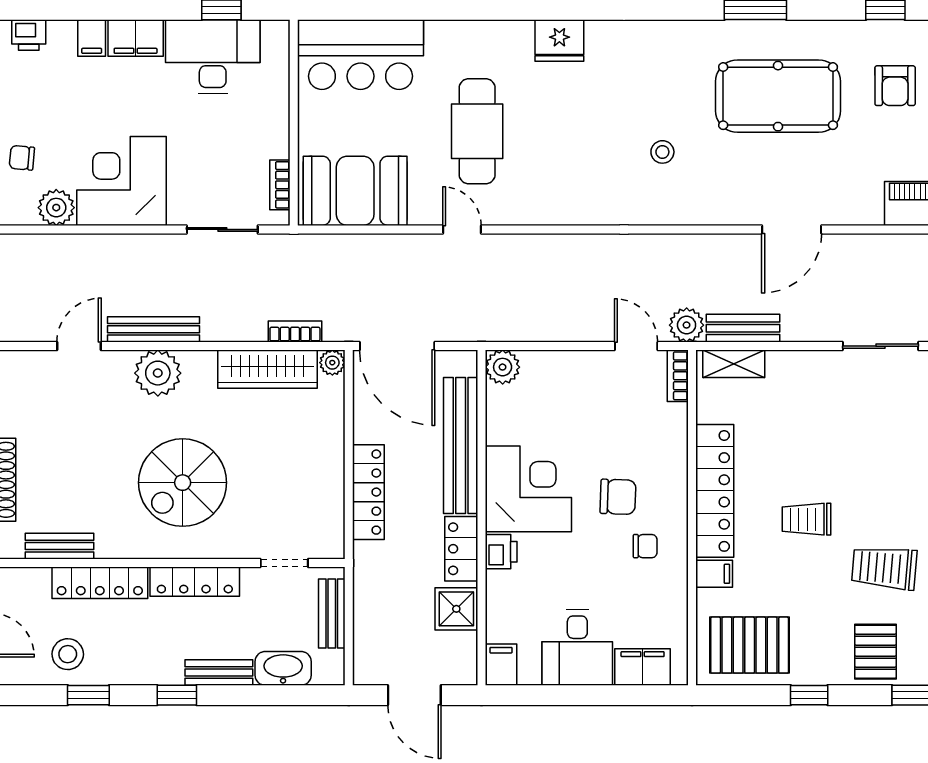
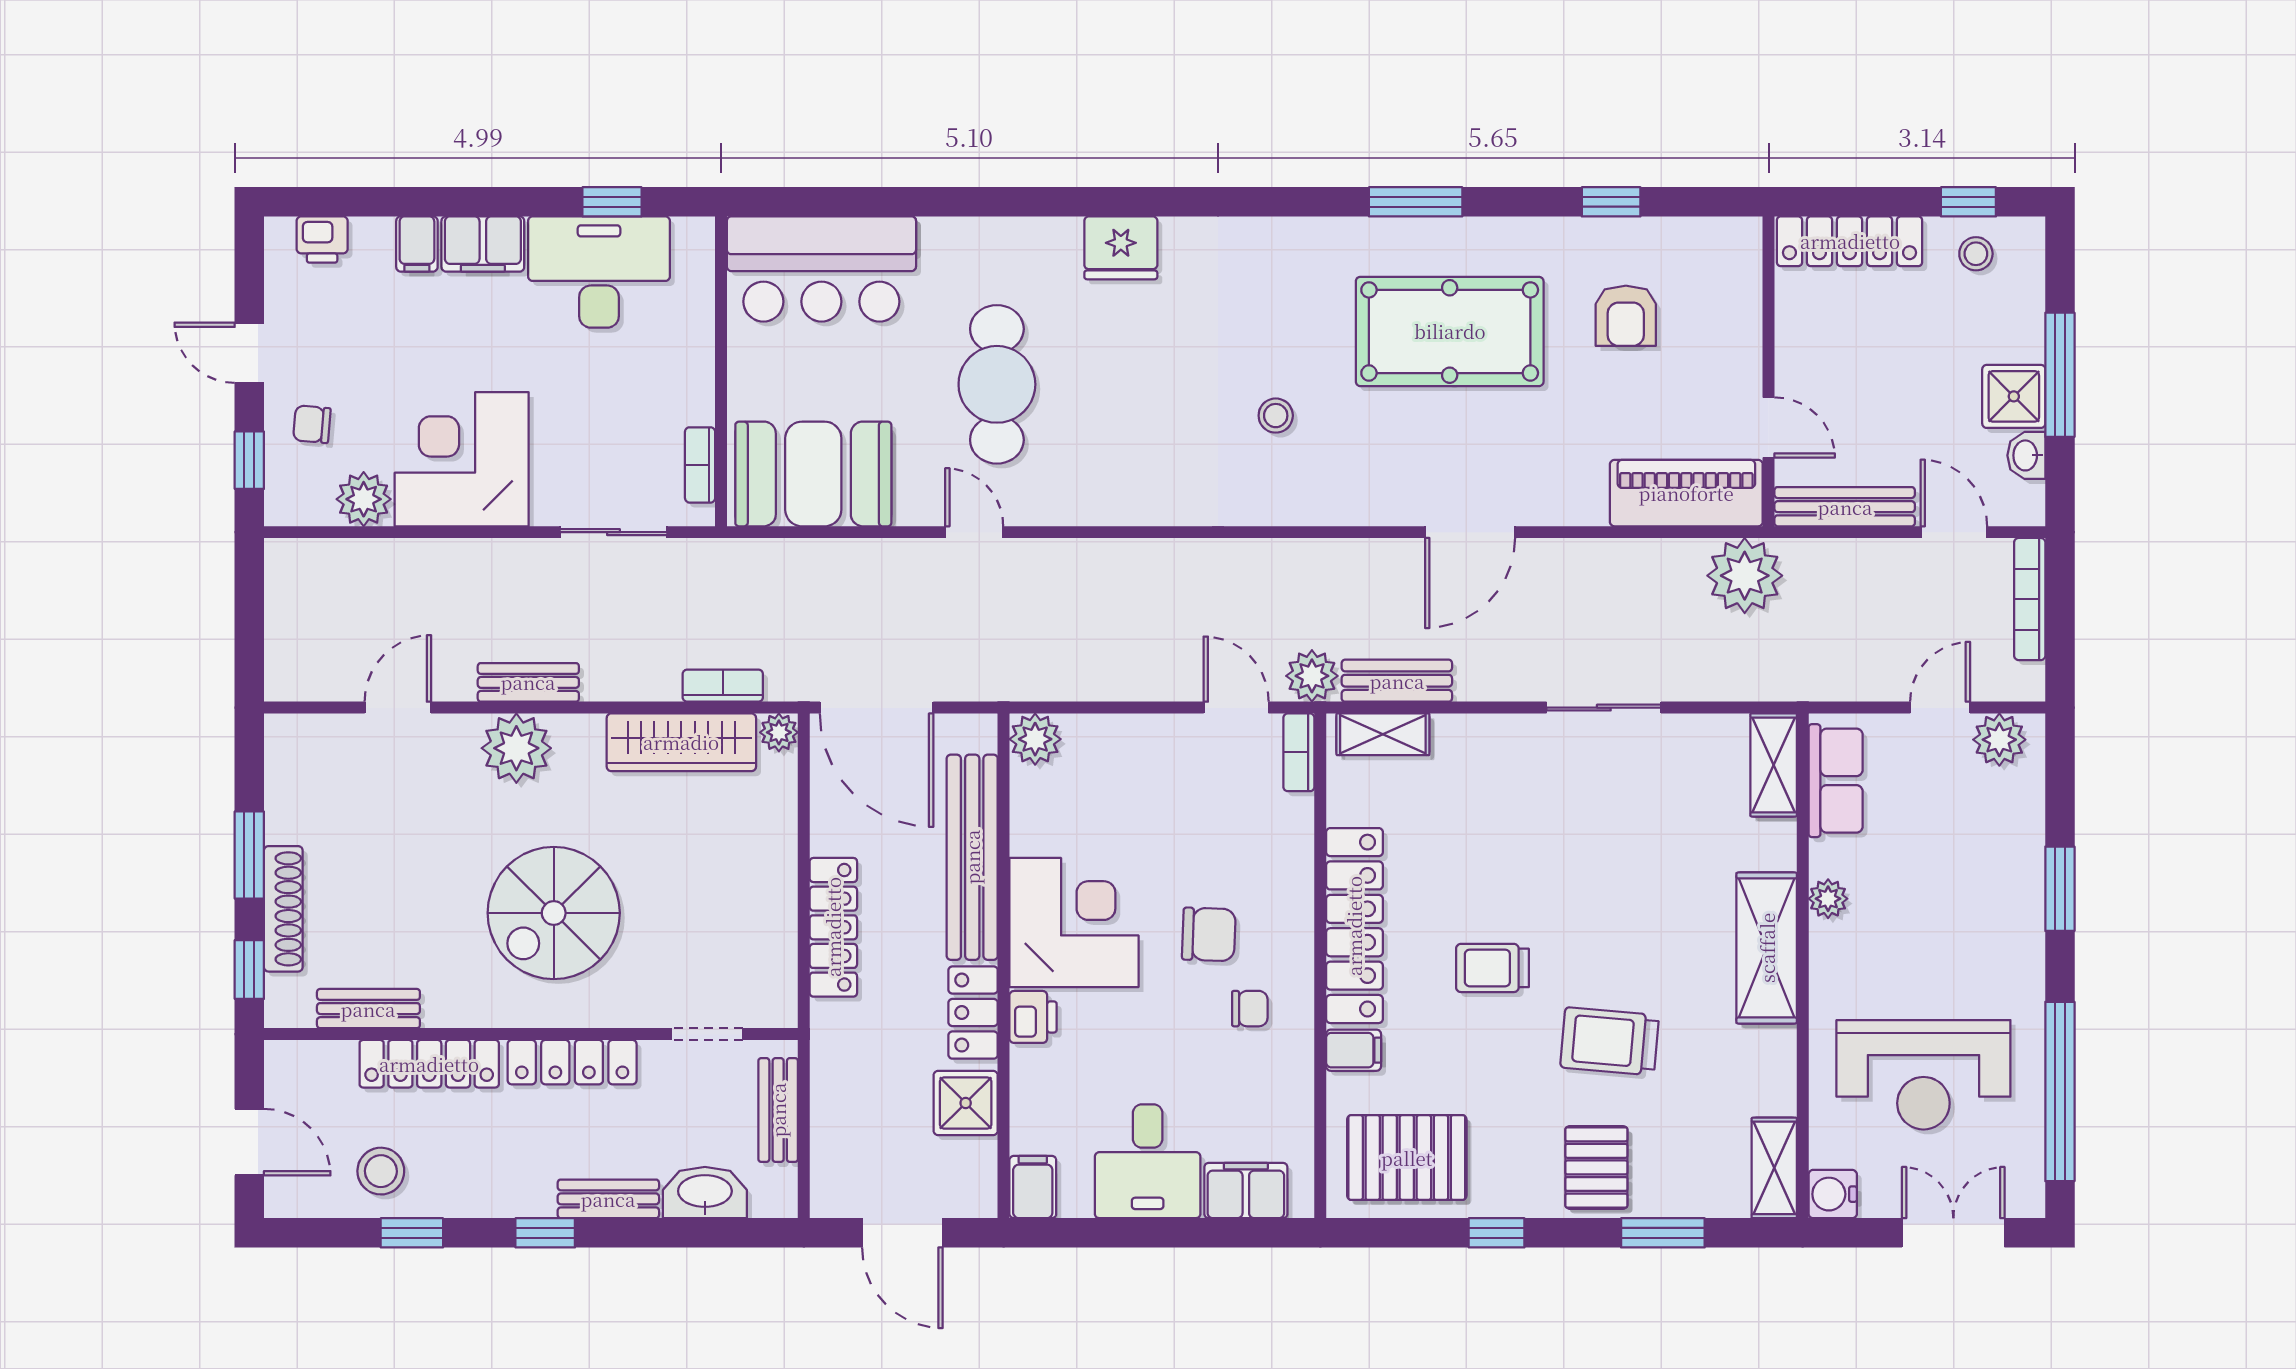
bench: (153, 329) -> (528, 682), width x0.73

